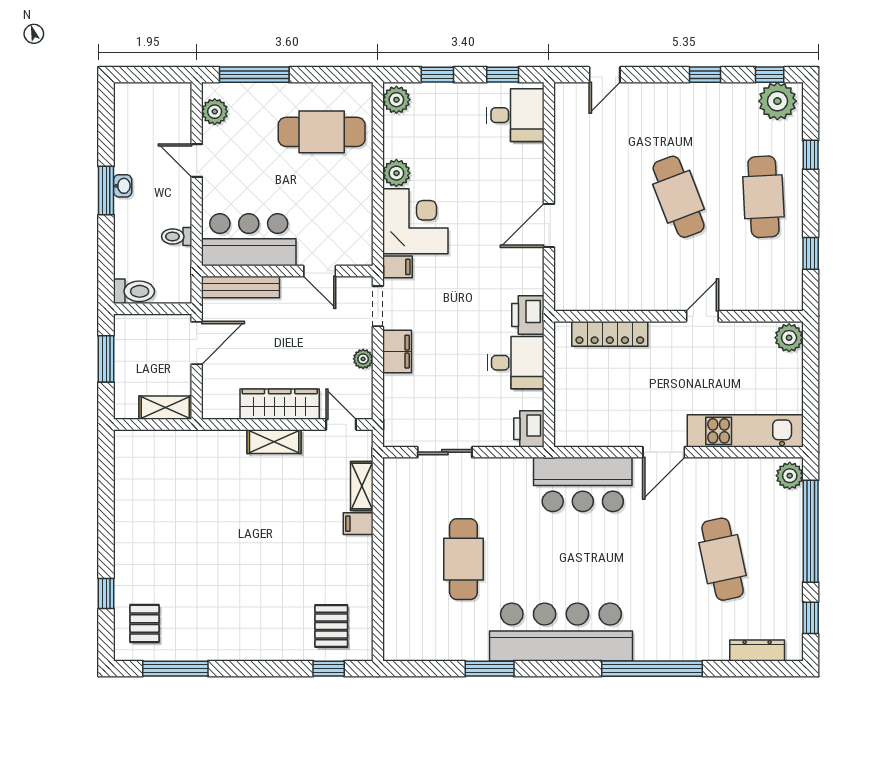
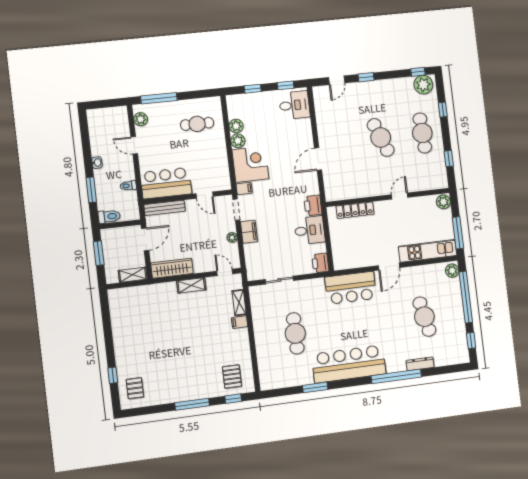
window: (705, 75) -> (366, 77), moved
plant: (396, 100) -> (236, 126), moved
cafe table: (322, 132) -> (197, 124), width x0.73, depth x0.74
window: (106, 191) -> (91, 190), moved
window: (811, 402) -> (458, 233), added
wardrobe: (280, 404) -> (172, 268), moved
dresser: (757, 650) -> (420, 364), moved
window: (175, 669) -> (192, 404), moved

